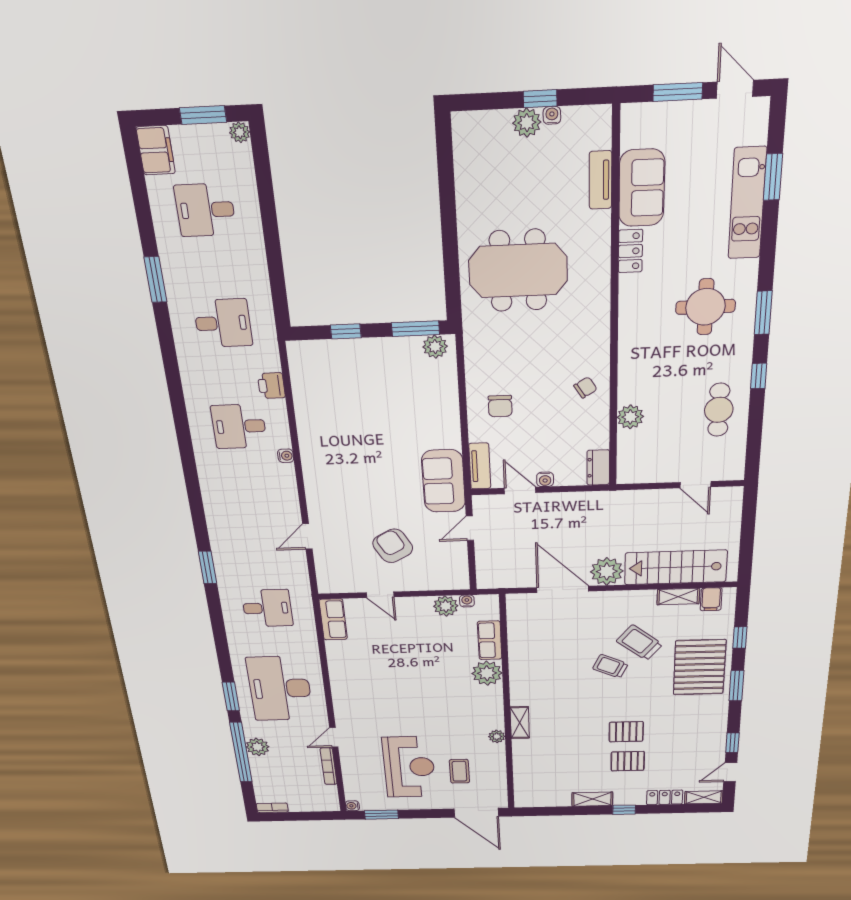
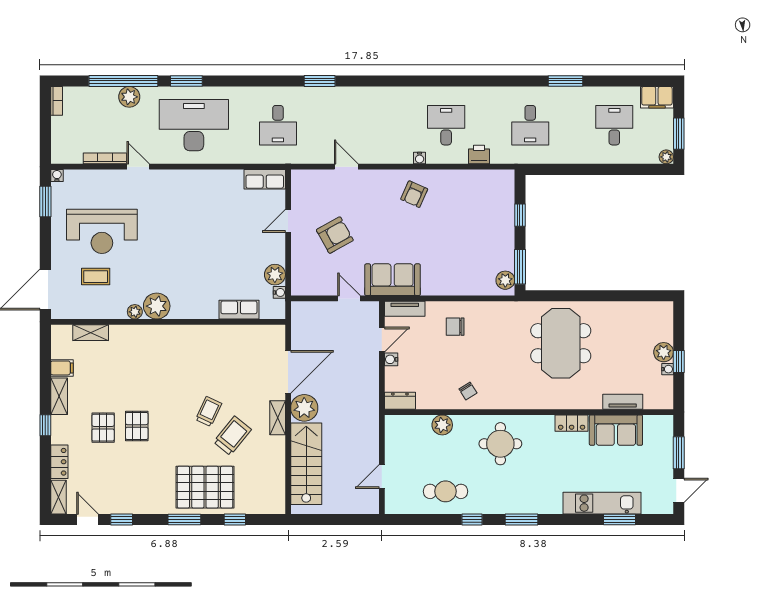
round table: (705, 307) -> (500, 444), moved
armchair: (332, 460) -> (414, 194), added
shelving: (678, 597) -> (278, 418), moved
filing cabinet: (711, 599) -> (62, 368), moved, turned 180
plant: (487, 673) -> (157, 306), moved
shelving: (520, 723) -> (91, 333), moved

